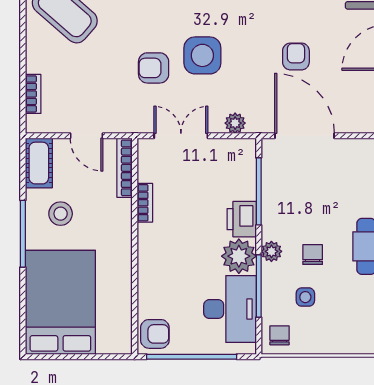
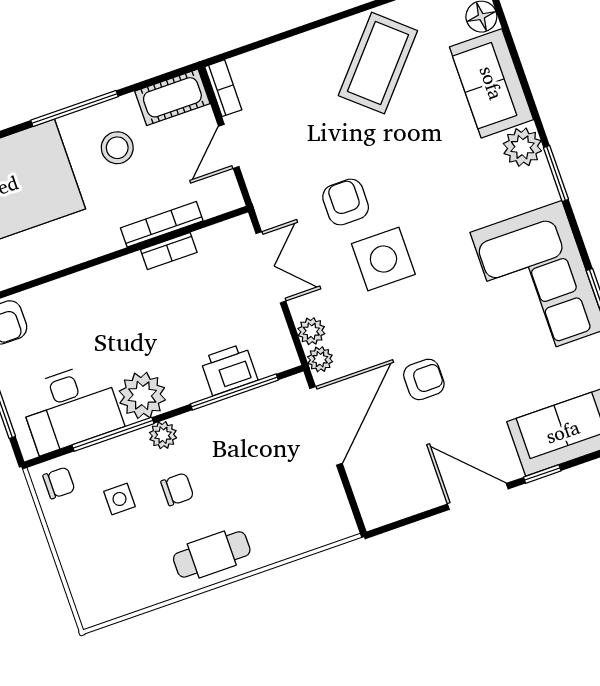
bookcase: (33, 94) -> (223, 88), moved, turned -90
plant: (257, 124) -> (320, 359), added
bookcase: (125, 168) -> (162, 224), moved
printer: (242, 219) -> (229, 369), moved

